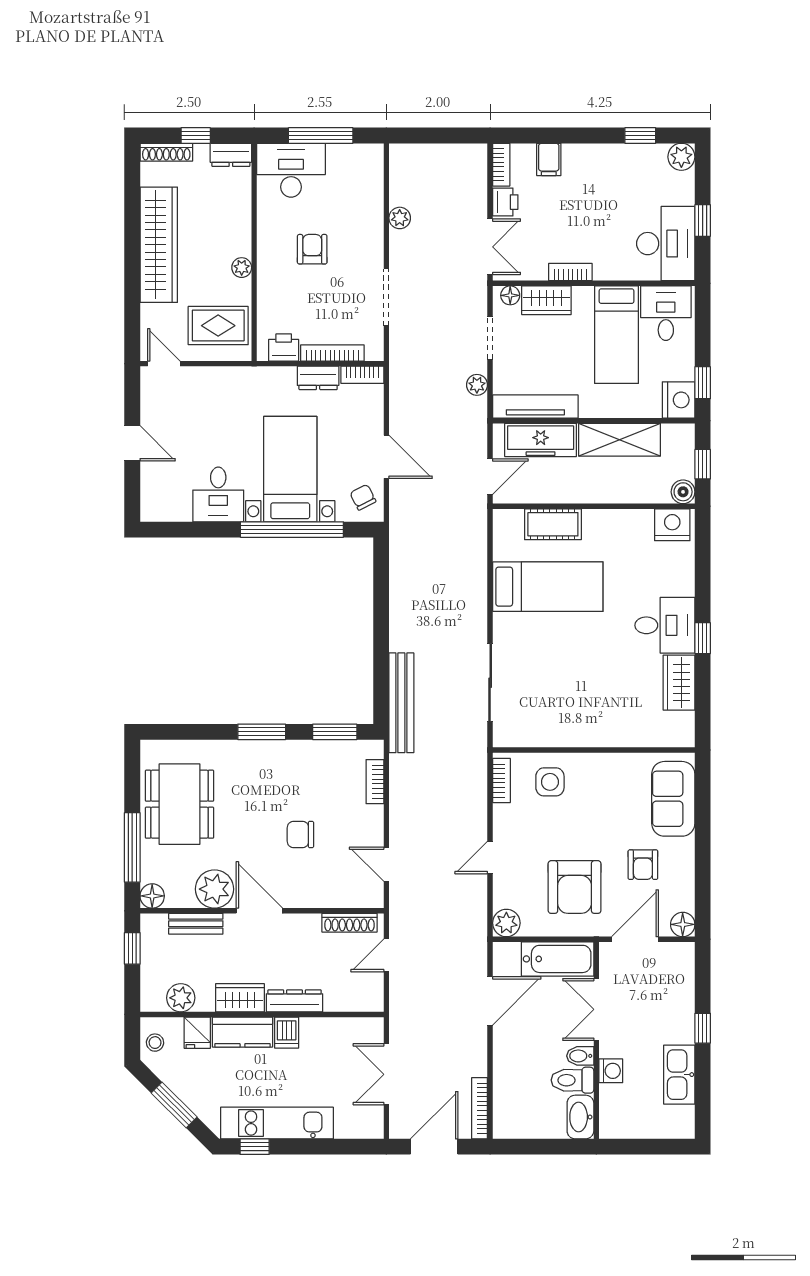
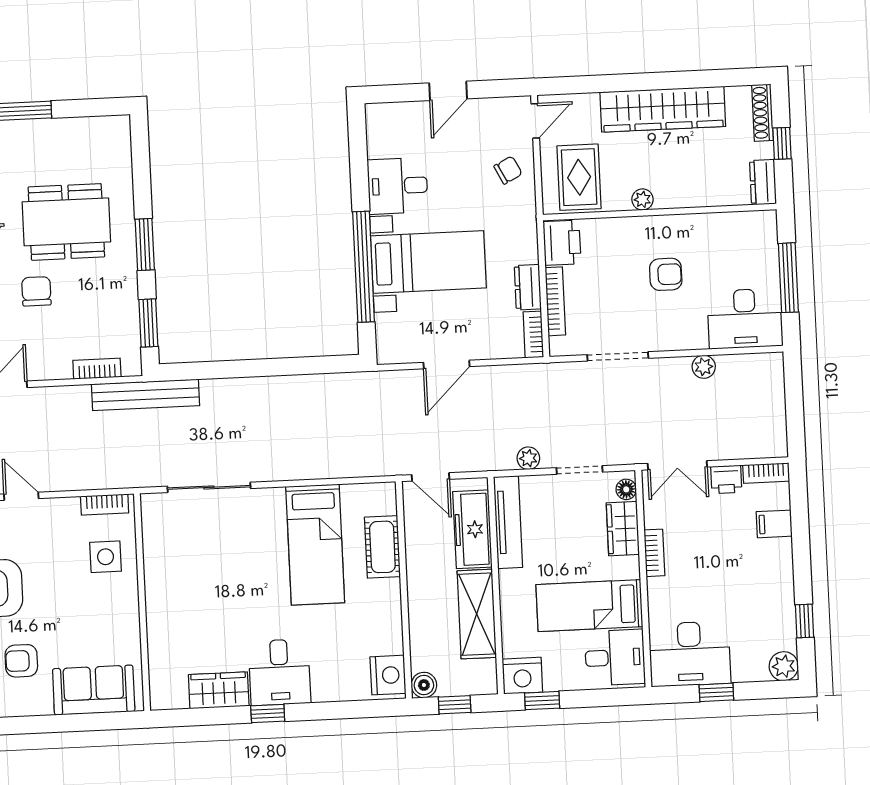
desk: (291, 170) -> (745, 319), moved, turned 90
printer: (284, 347) -> (562, 243), width x1.36, depth x1.24
chair: (363, 497) -> (508, 170), moved
bench: (401, 703) -> (145, 395), moved
dining table: (179, 804) -> (66, 222), moved

